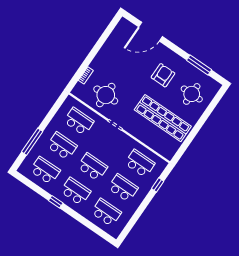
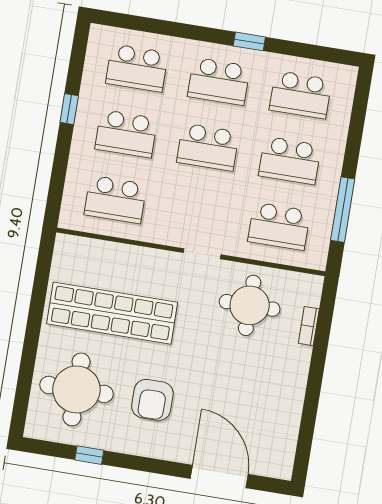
door: (151, 32) -> (219, 476), hinge flipped
window: (199, 65) -> (89, 455), width x0.46
round table: (192, 94) -> (77, 389), width x1.36, depth x1.36
window: (32, 142) -> (343, 210), moved
window: (158, 185) -> (69, 109), moved

